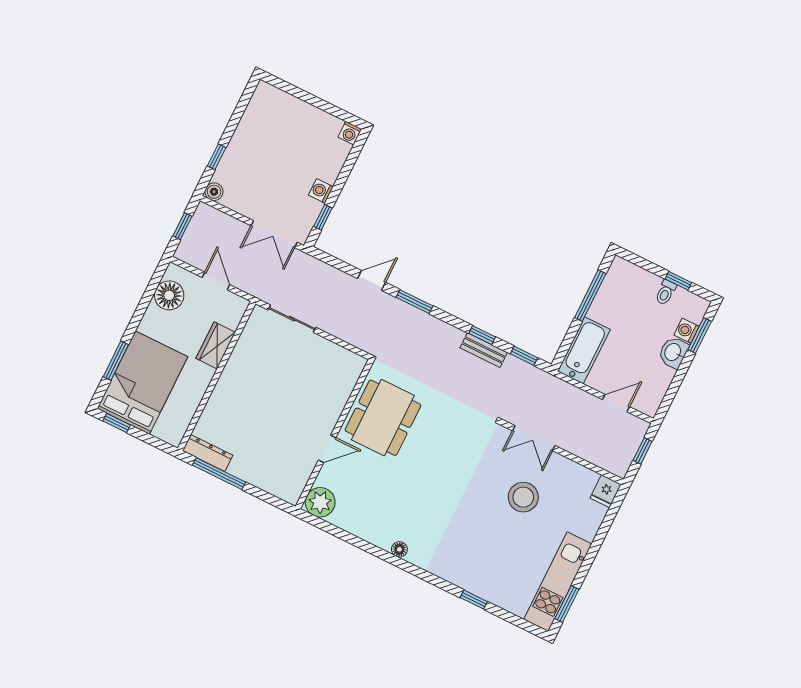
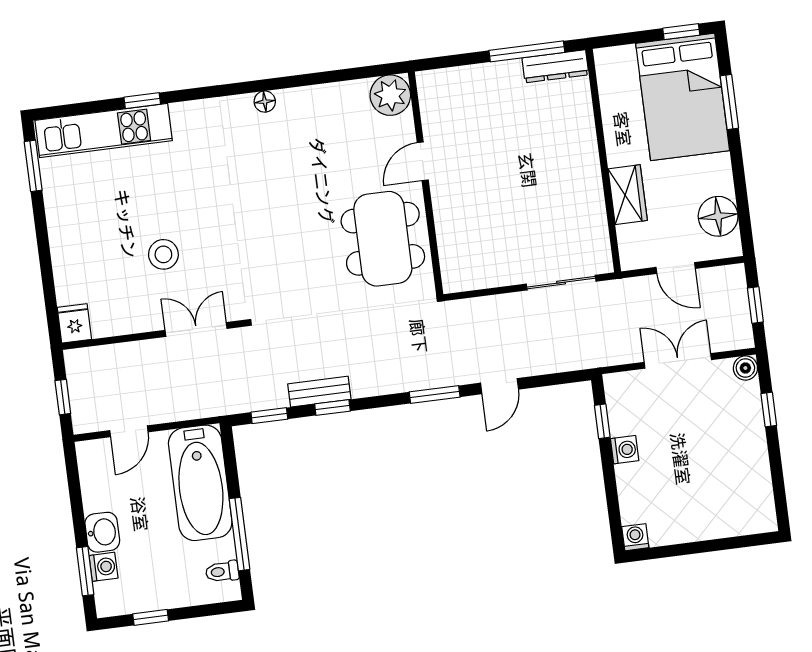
double door: (274, 234) -> (678, 361), moved
toilet: (666, 292) -> (222, 572), moved, turned -90
bathtub: (584, 350) -> (200, 483), width x1.36, depth x1.36
stool: (523, 497) -> (163, 254), width x0.73, depth x0.73
kitchen unit: (558, 582) -> (104, 130), moved, turned 90

